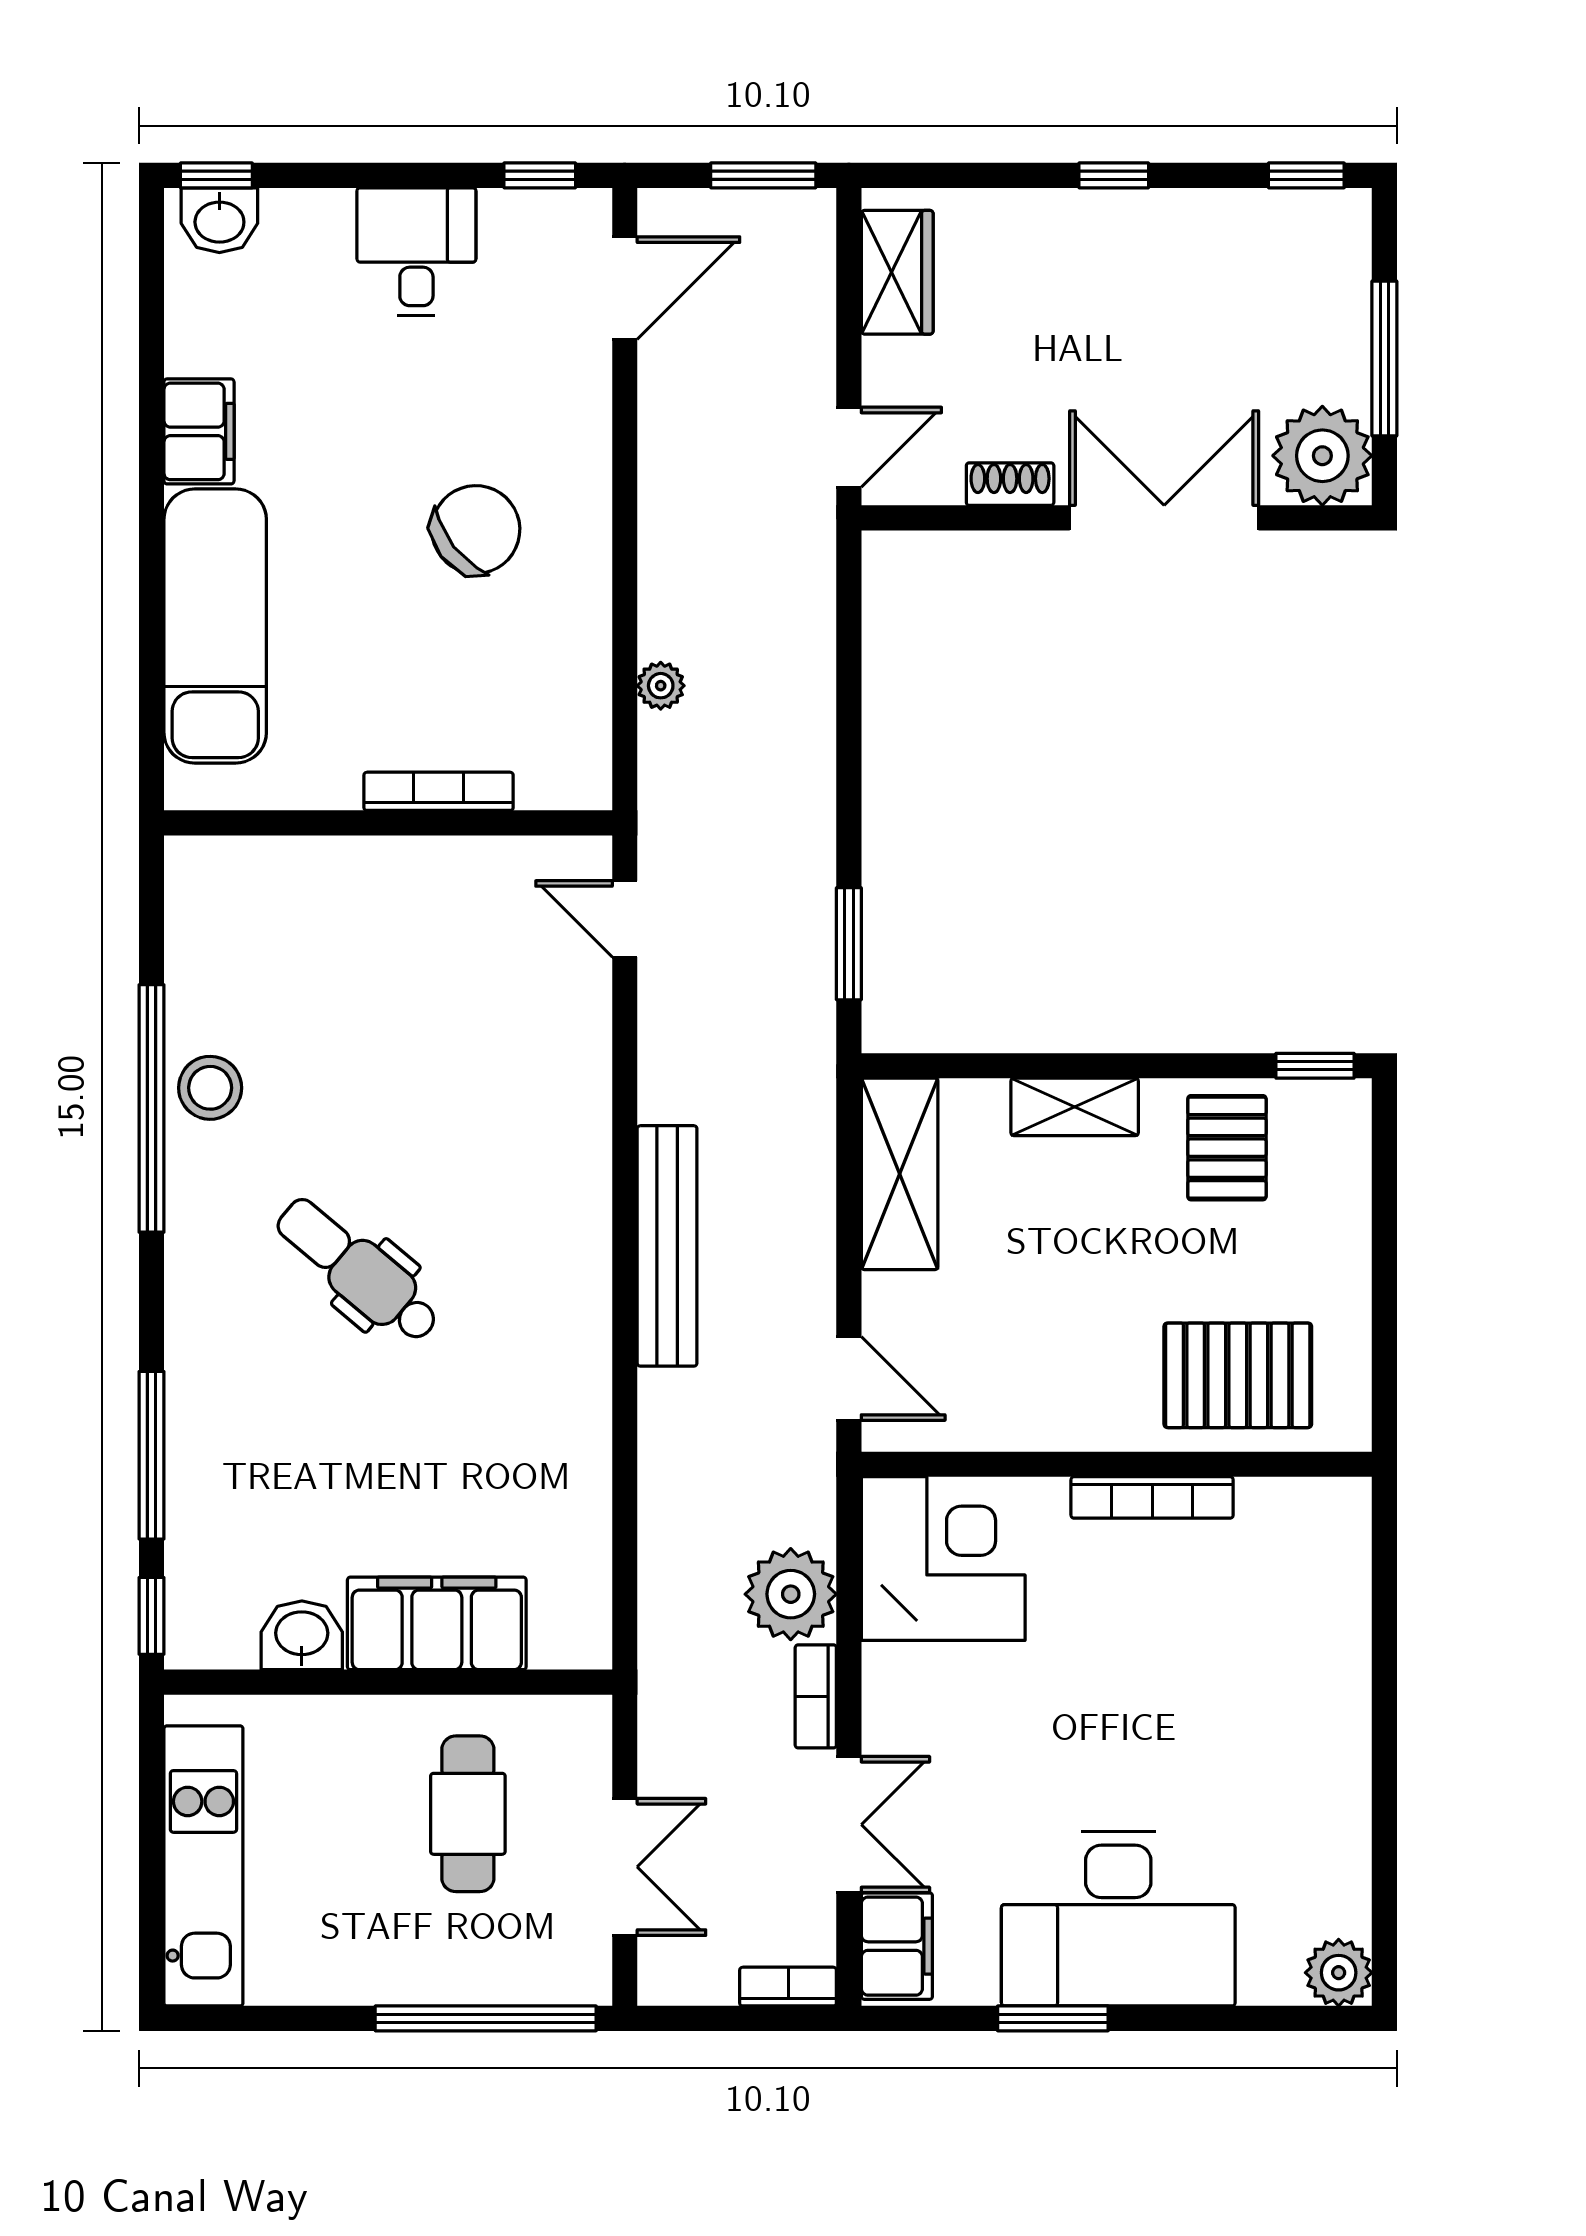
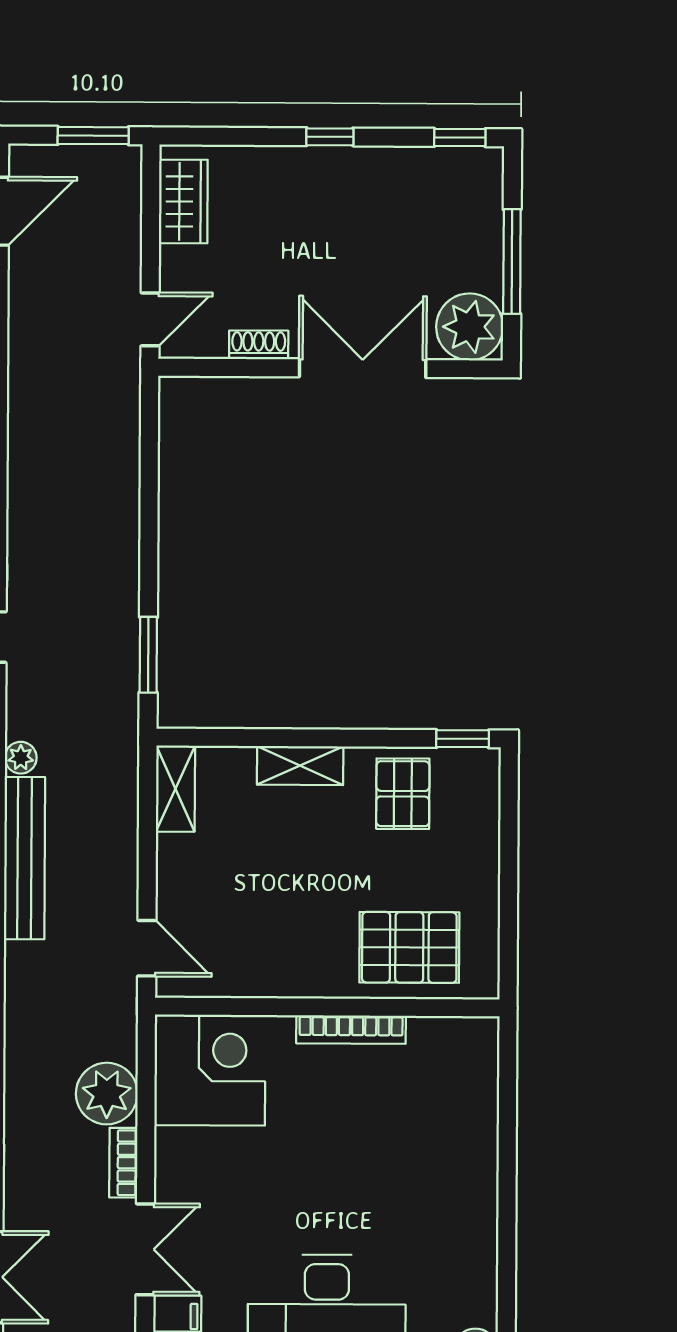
plant: (661, 686) -> (21, 758), moved
shelving: (900, 1174) -> (175, 789), width x0.67, depth x0.75

